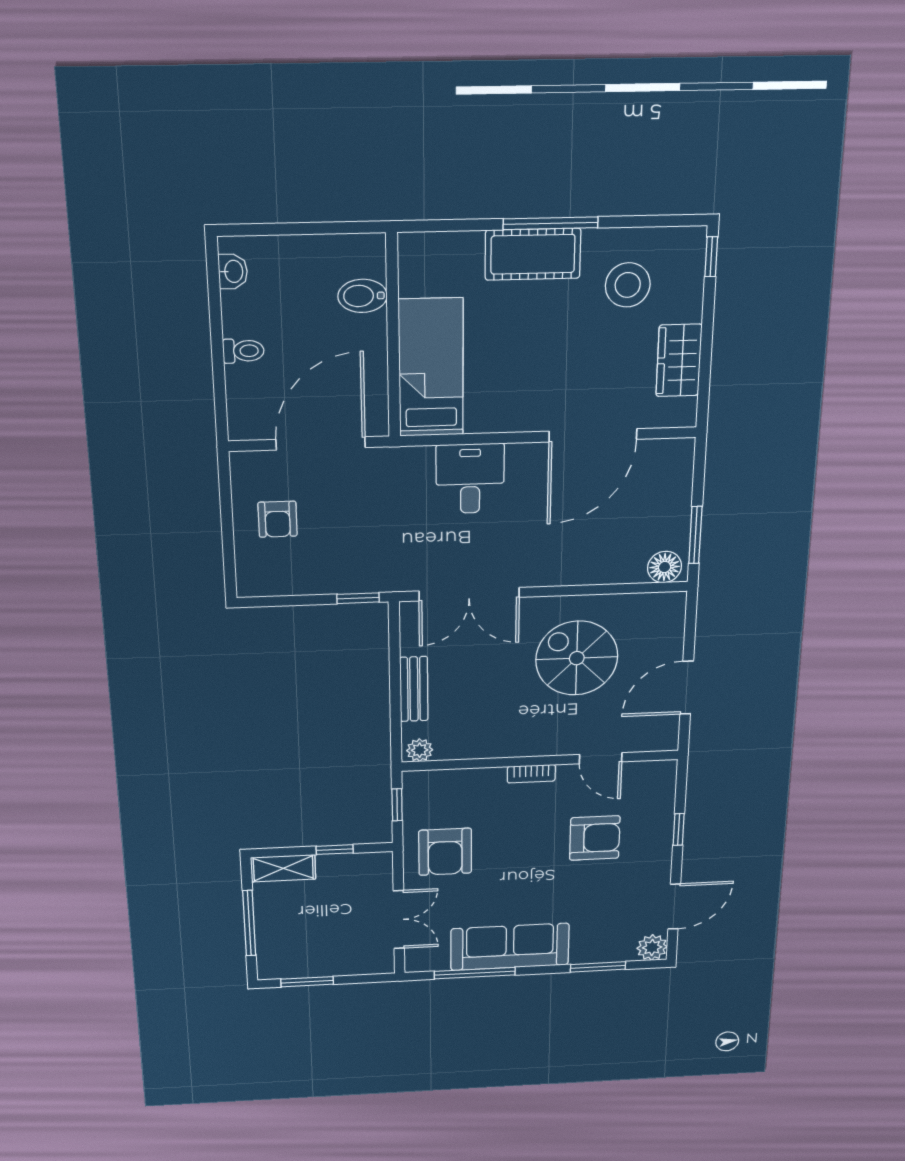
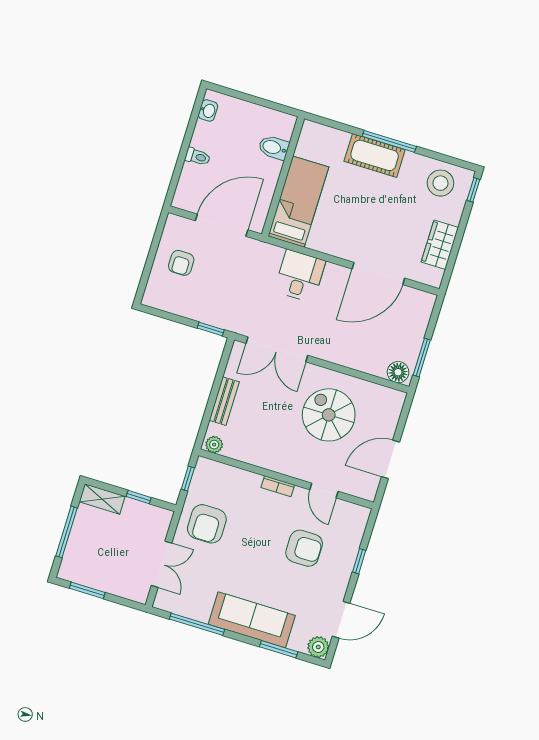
stool: (628, 285) -> (440, 183), moved
sofa: (510, 947) -> (252, 620), moved

